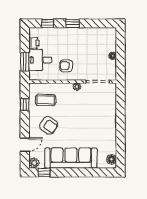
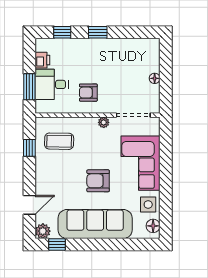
corner sofa: (103, 115) -> (141, 163), added
armchair: (49, 125) -> (98, 181), moved, turned 146
side table: (108, 144) -> (148, 205), added

